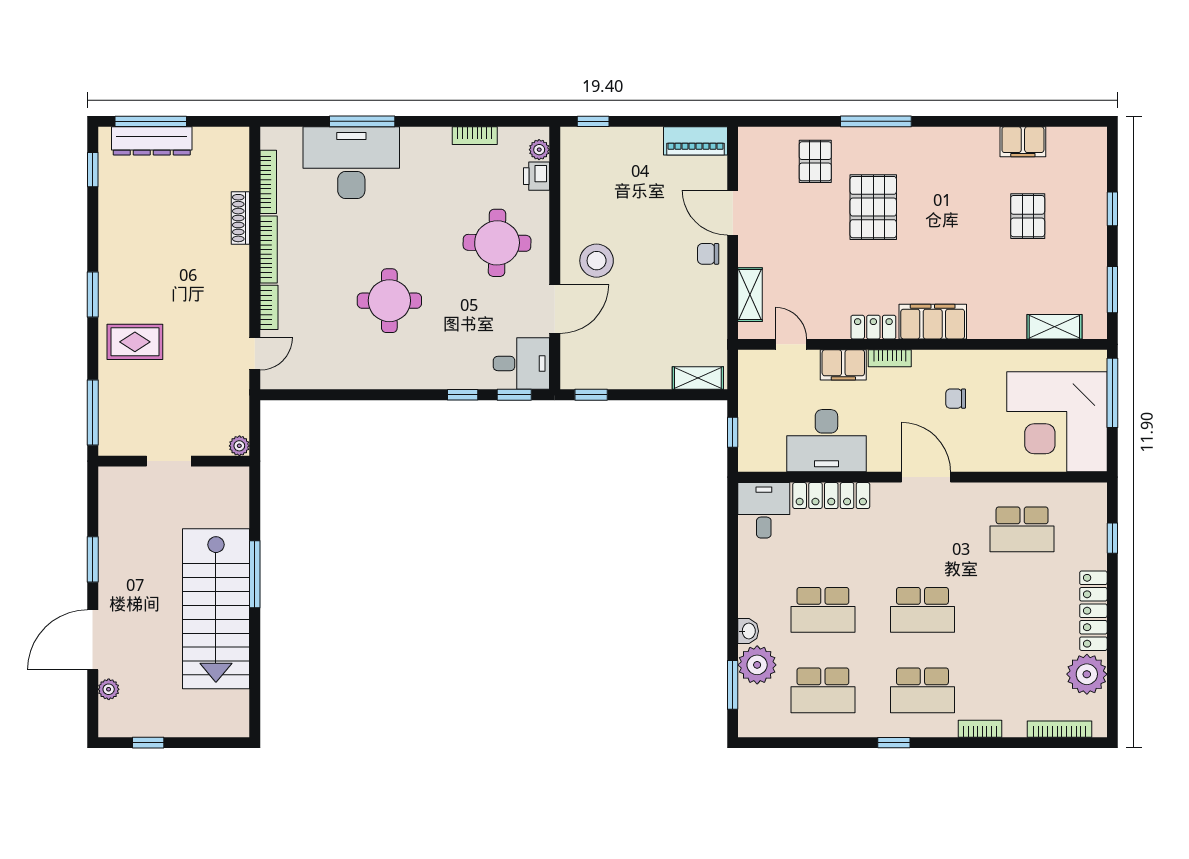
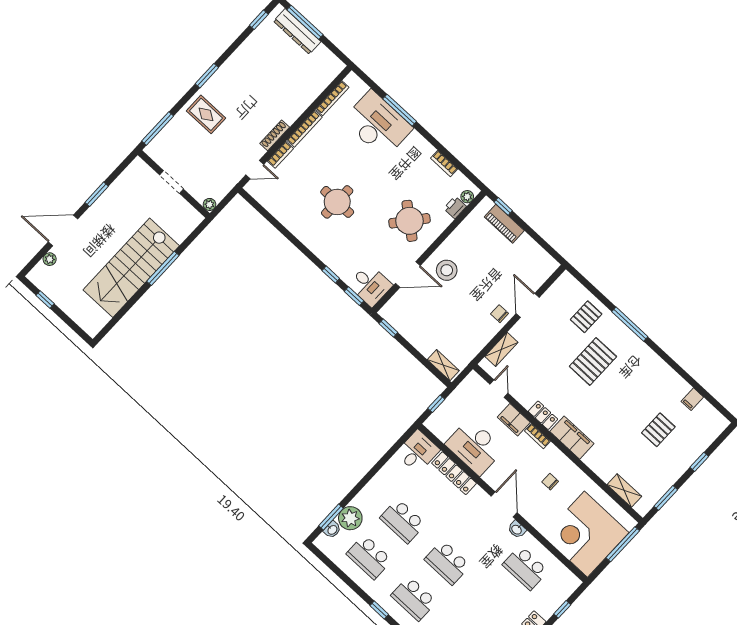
piano: (696, 141) -> (504, 224), moved
filing cabinet: (1023, 142) -> (692, 399), width x0.50
shoe rack: (240, 218) -> (275, 135), moved
round table: (497, 243) -> (409, 221), turned 38
washbasin: (969, 493) -> (517, 529), added
washbasin: (748, 631) -> (332, 530), moved

